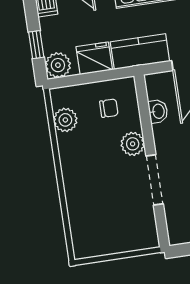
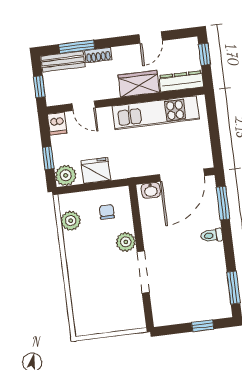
kitchen counter: (140, 52) -> (134, 166), removed
chair: (109, 108) -> (107, 212), turned -90
washbasin: (158, 111) -> (151, 190), moved, turned 90

